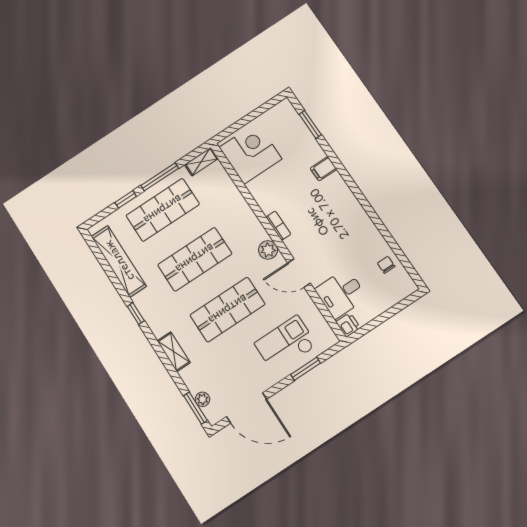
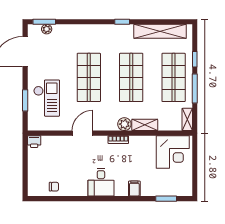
plant: (268, 250) -> (124, 124), moved
desk: (341, 294) -> (101, 182), moved, turned 180
shelving: (174, 352) -> (145, 125), moved

